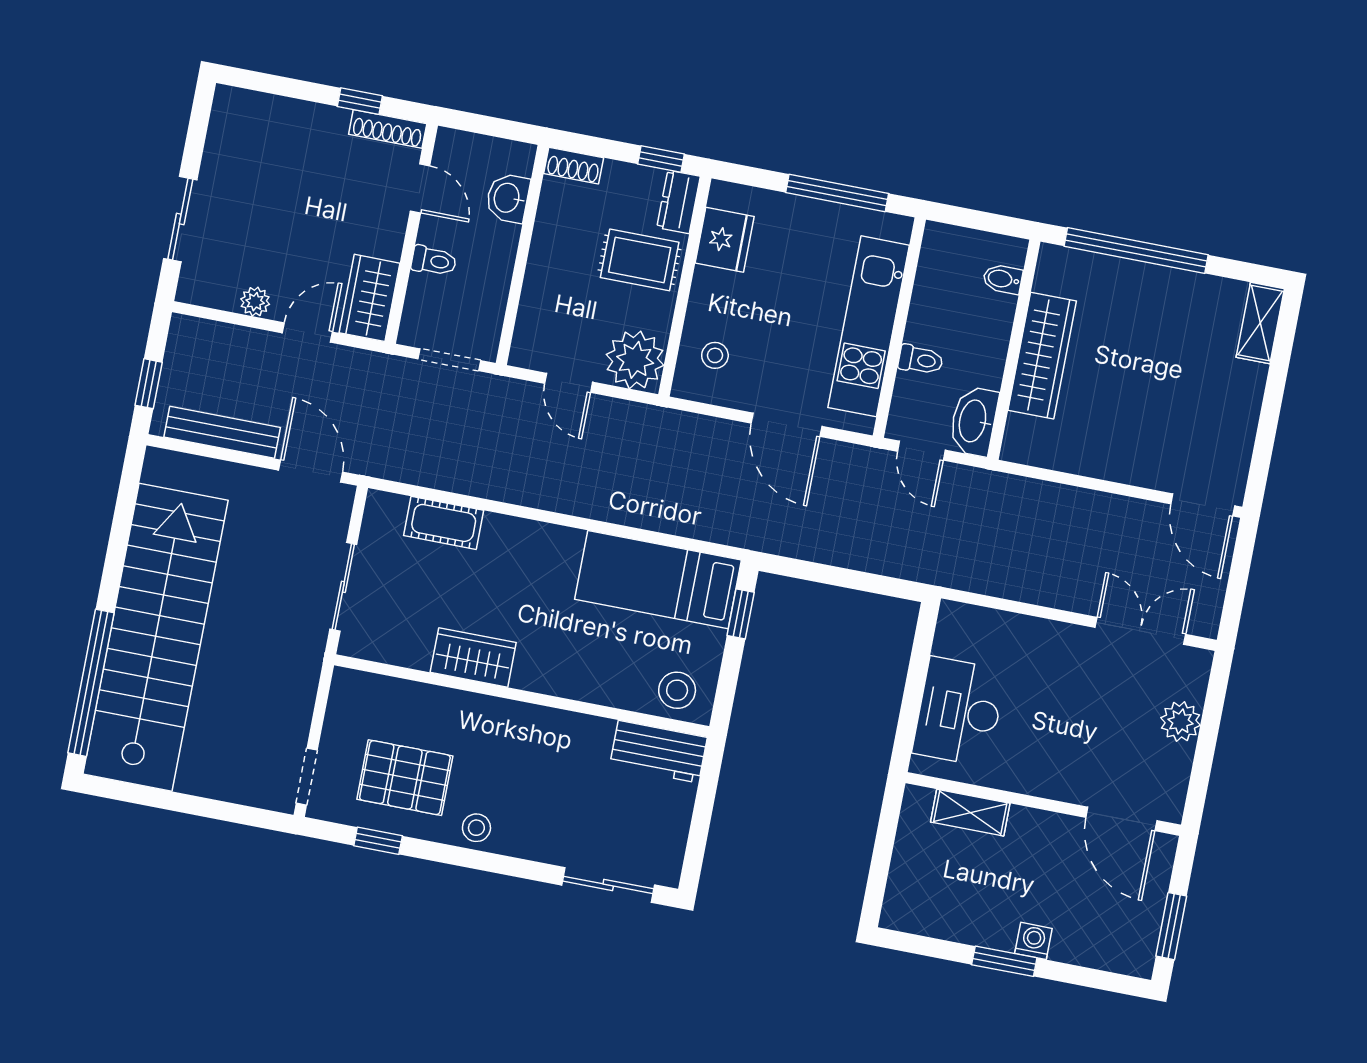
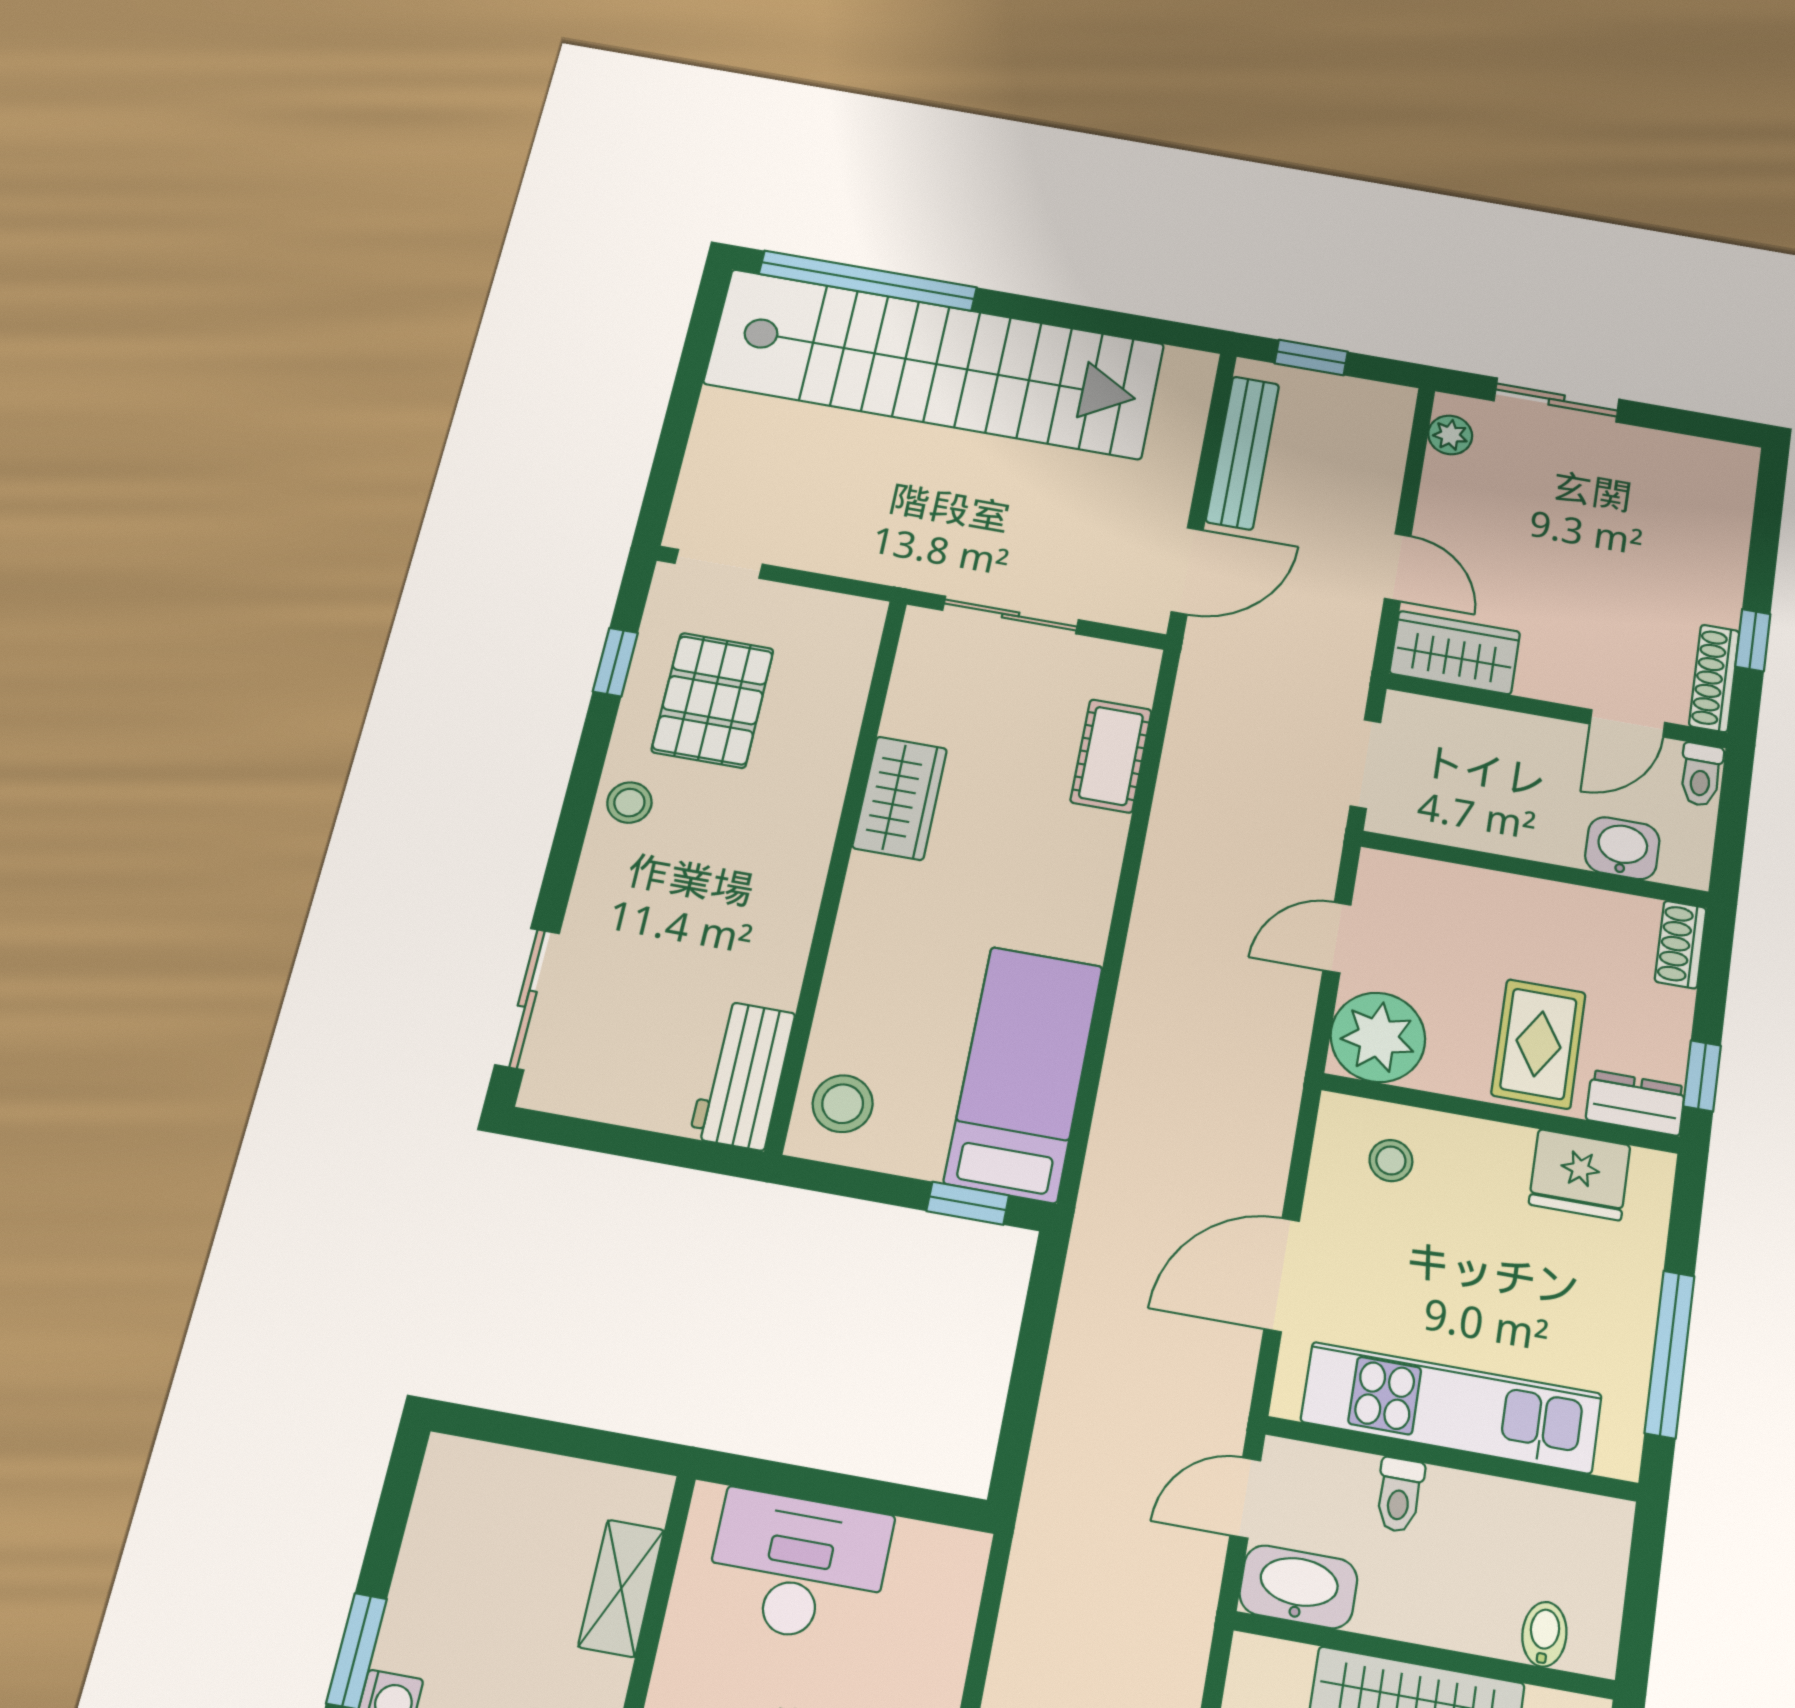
toilet: (434, 261) -> (1701, 775), moved
plant: (255, 302) -> (1450, 435), moved

